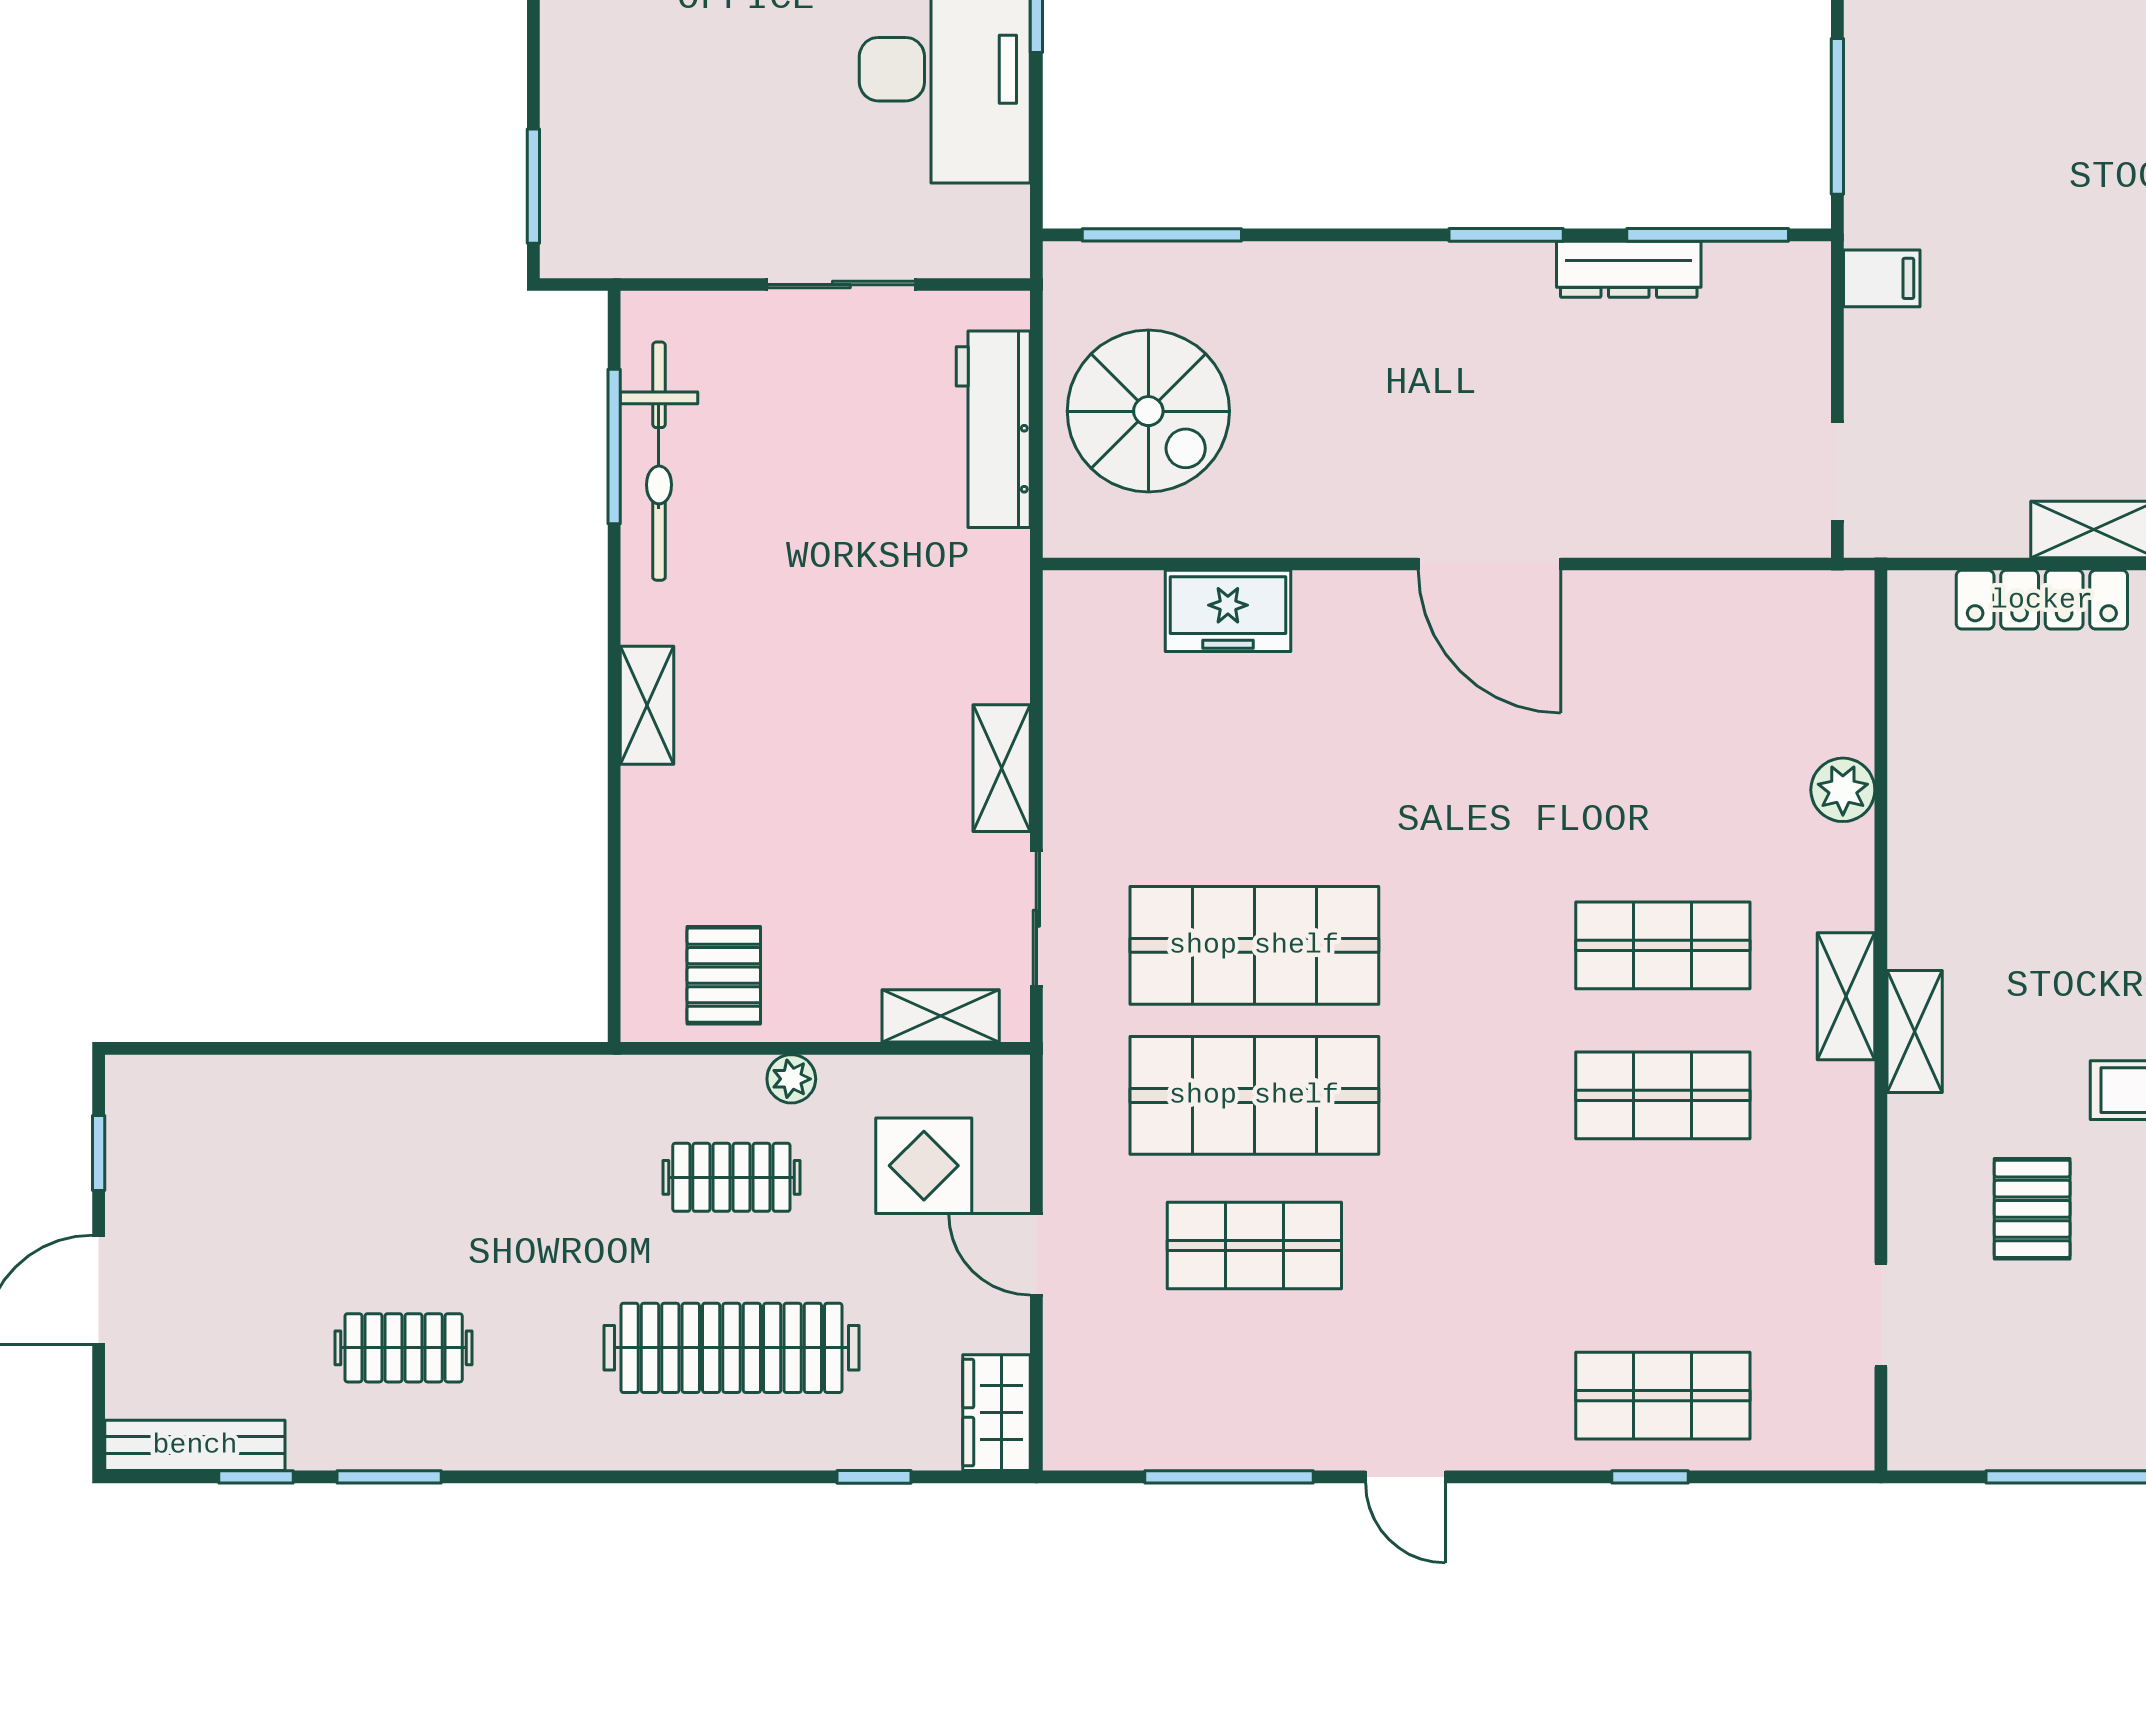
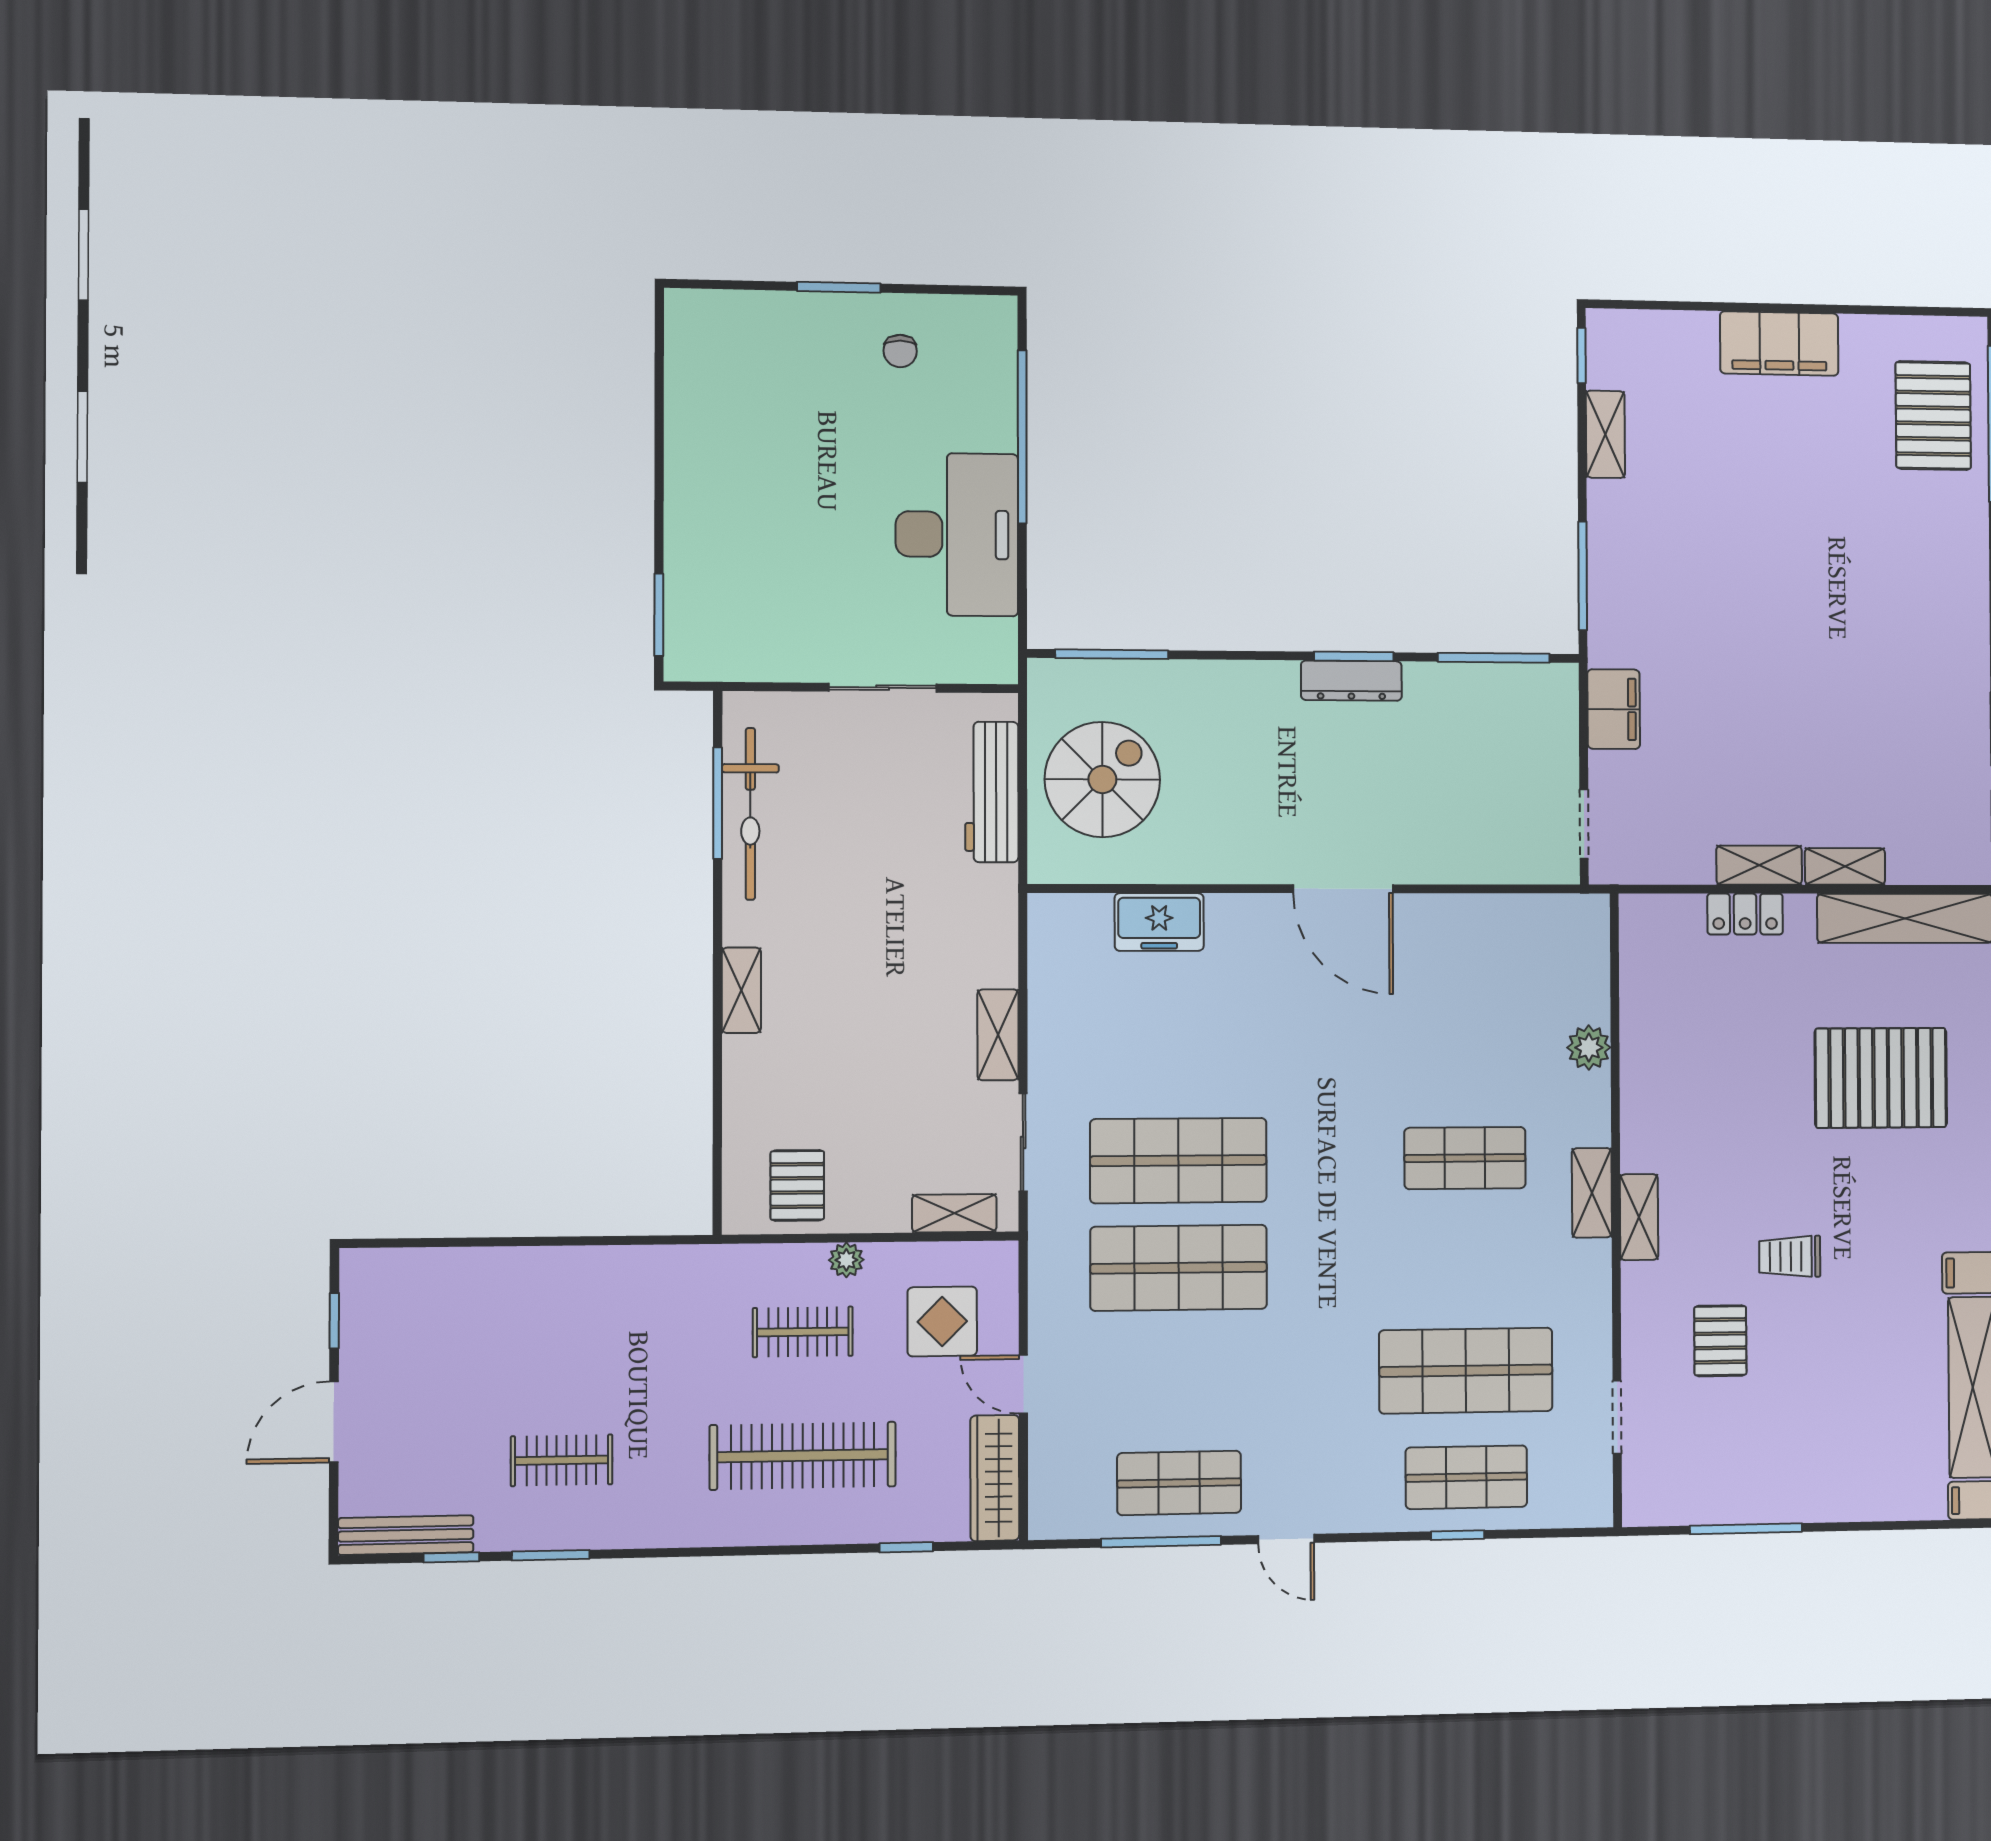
dresser: (1629, 269) -> (1351, 681), moved
filing cabinet: (1882, 278) -> (1614, 709), width x2.00
spiral stairs: (1148, 411) -> (1102, 780), turned -90
locker: (2042, 600) -> (1745, 914), width x0.66
shop shelf: (1663, 1095) -> (1466, 1371), moved, width x1.43, depth x1.36
shop shelf: (1254, 1246) -> (1179, 1483), moved
wardrobe: (996, 1413) -> (995, 1478), width x1.50

